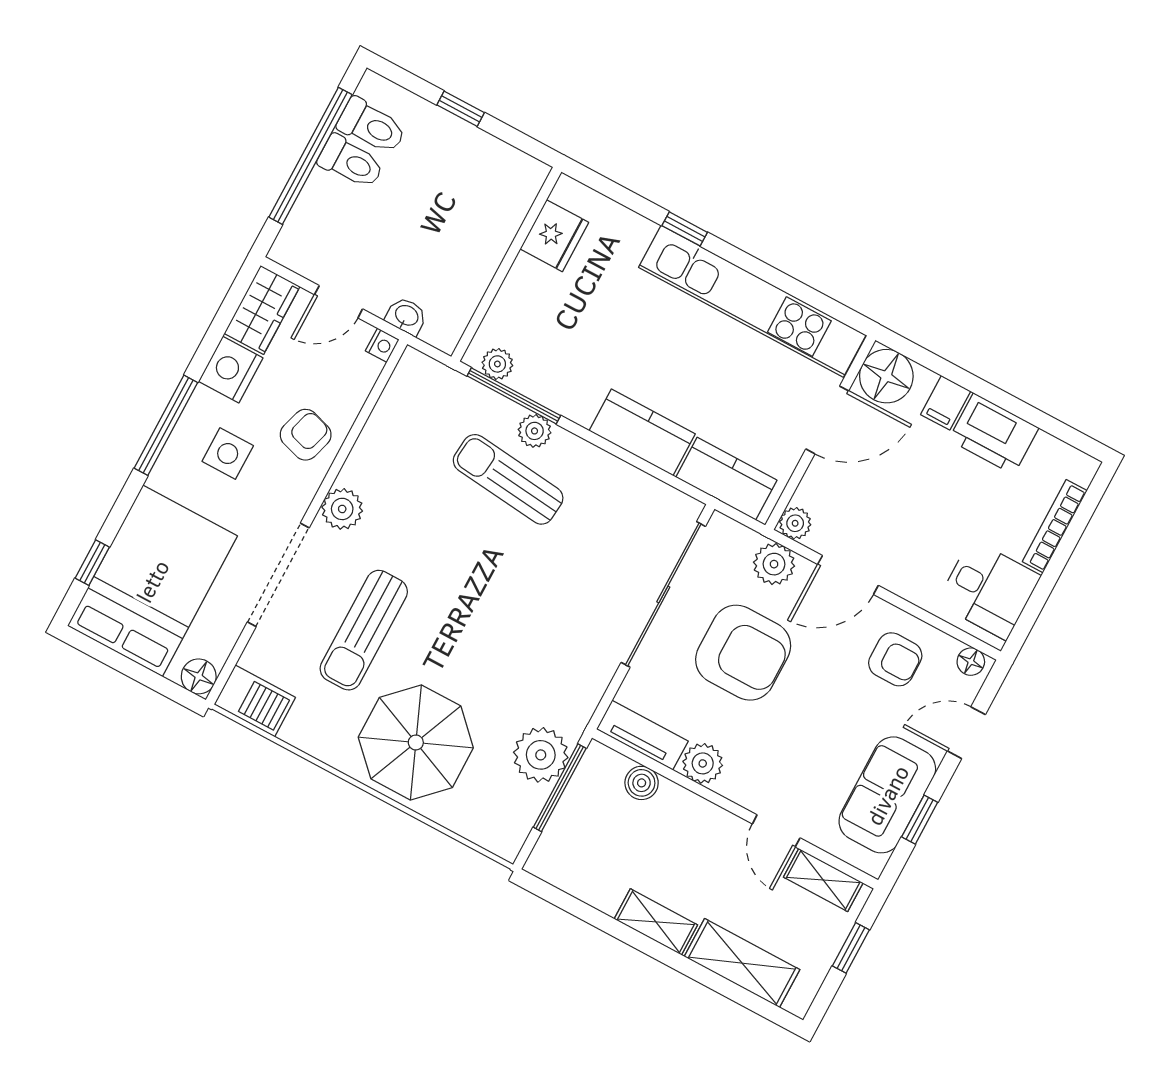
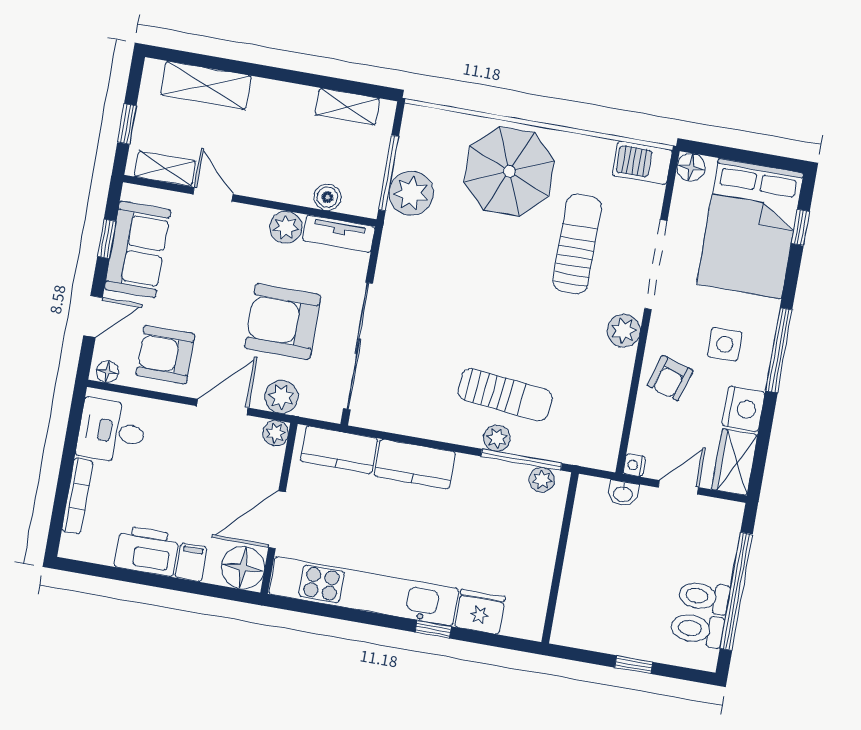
fridge: (554, 236) -> (480, 612), moved, turned 90
armchair: (895, 659) -> (165, 355), width x1.38, depth x1.38
shelving: (656, 922) -> (347, 107), moved

